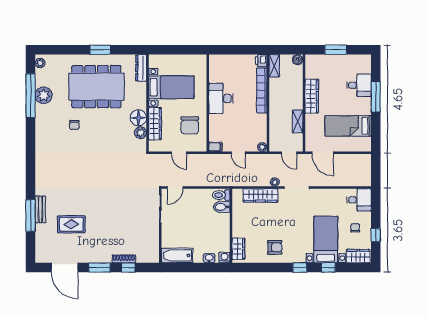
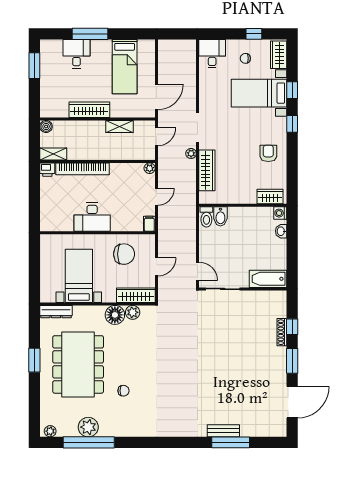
window: (336, 50) -> (34, 66), moved
wardrobe: (155, 123) -> (136, 295), moved
rug: (71, 224) -> (241, 394), removed
bathtub: (177, 255) -> (268, 279), moved, turned 90

